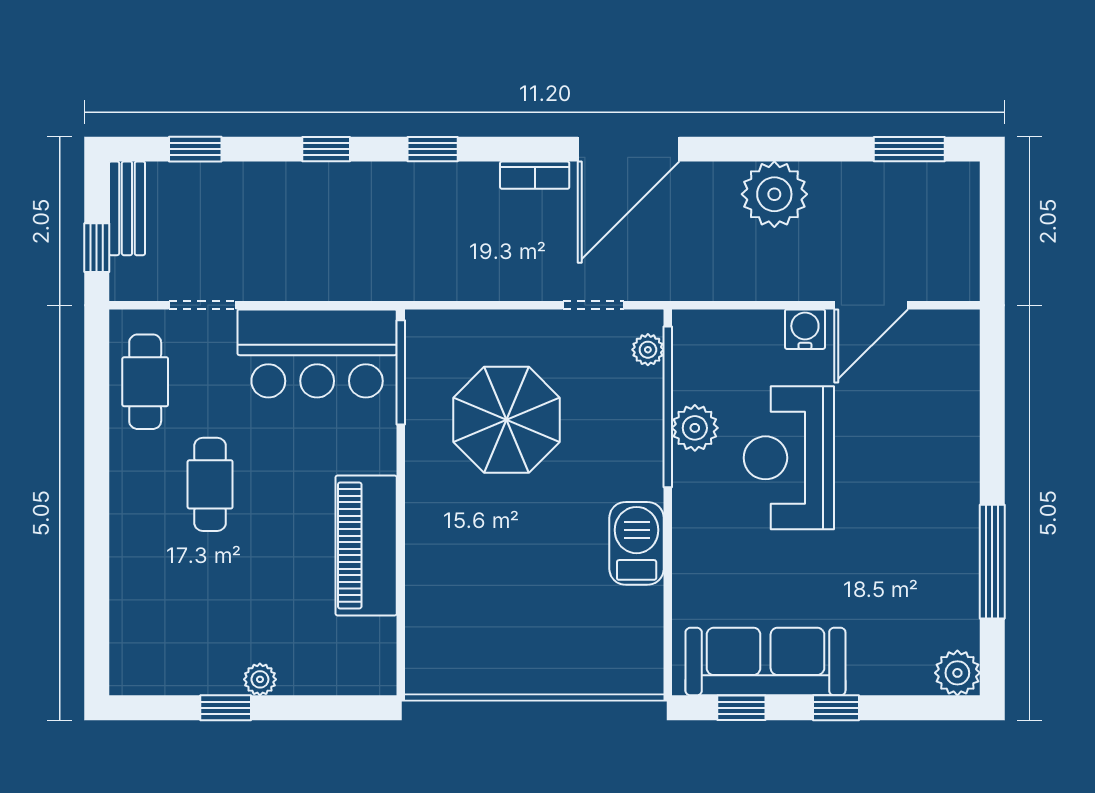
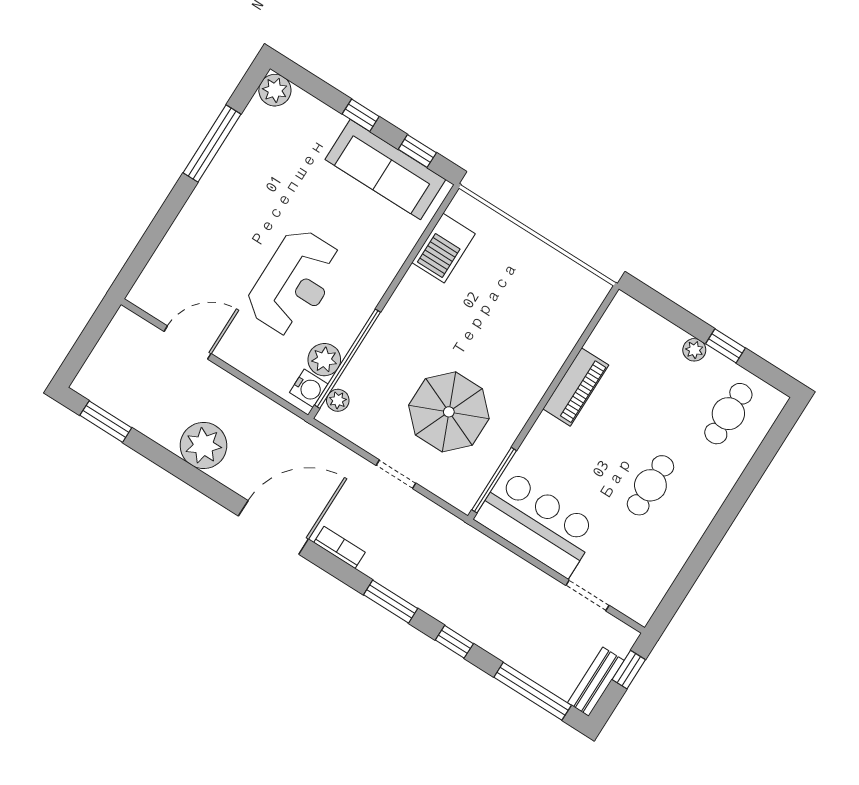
window: (195, 149) -> (533, 691), width x2.17
window: (433, 149) -> (391, 602), width x1.50
doorway: (593, 305) -> (396, 474), moved
water cooler: (805, 329) -> (309, 388), moved, turned -90
cafe table: (145, 382) -> (728, 414), moved
plant: (695, 428) -> (324, 360), moved
barbecue: (637, 543) -> (444, 248), moved
piano: (366, 545) -> (576, 387), width x0.73, depth x0.75

